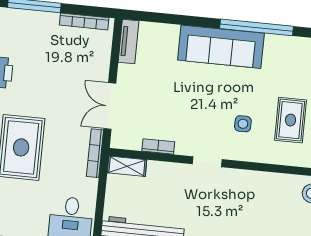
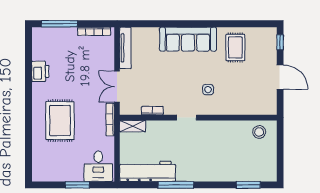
window: (257, 27) -> (211, 24), removed
tv unit: (129, 41) -> (125, 48), width x1.41
rug: (290, 120) -> (235, 47), moved

